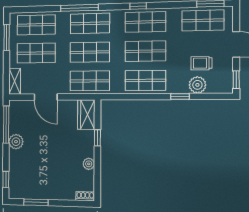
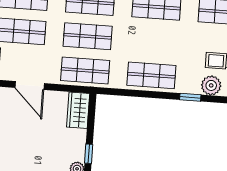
shop shelf: (145, 51) -> (154, 41), removed
window: (97, 138) -> (89, 154), moved

